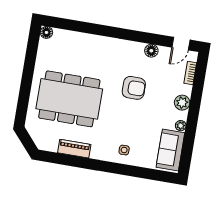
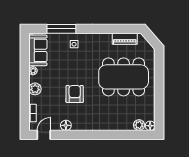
plant: (60, 36) -> (139, 125), added
armchair: (134, 88) -> (75, 94), turned 90
piano: (74, 149) -> (125, 39), moved
window: (137, 172) -> (61, 29), added

